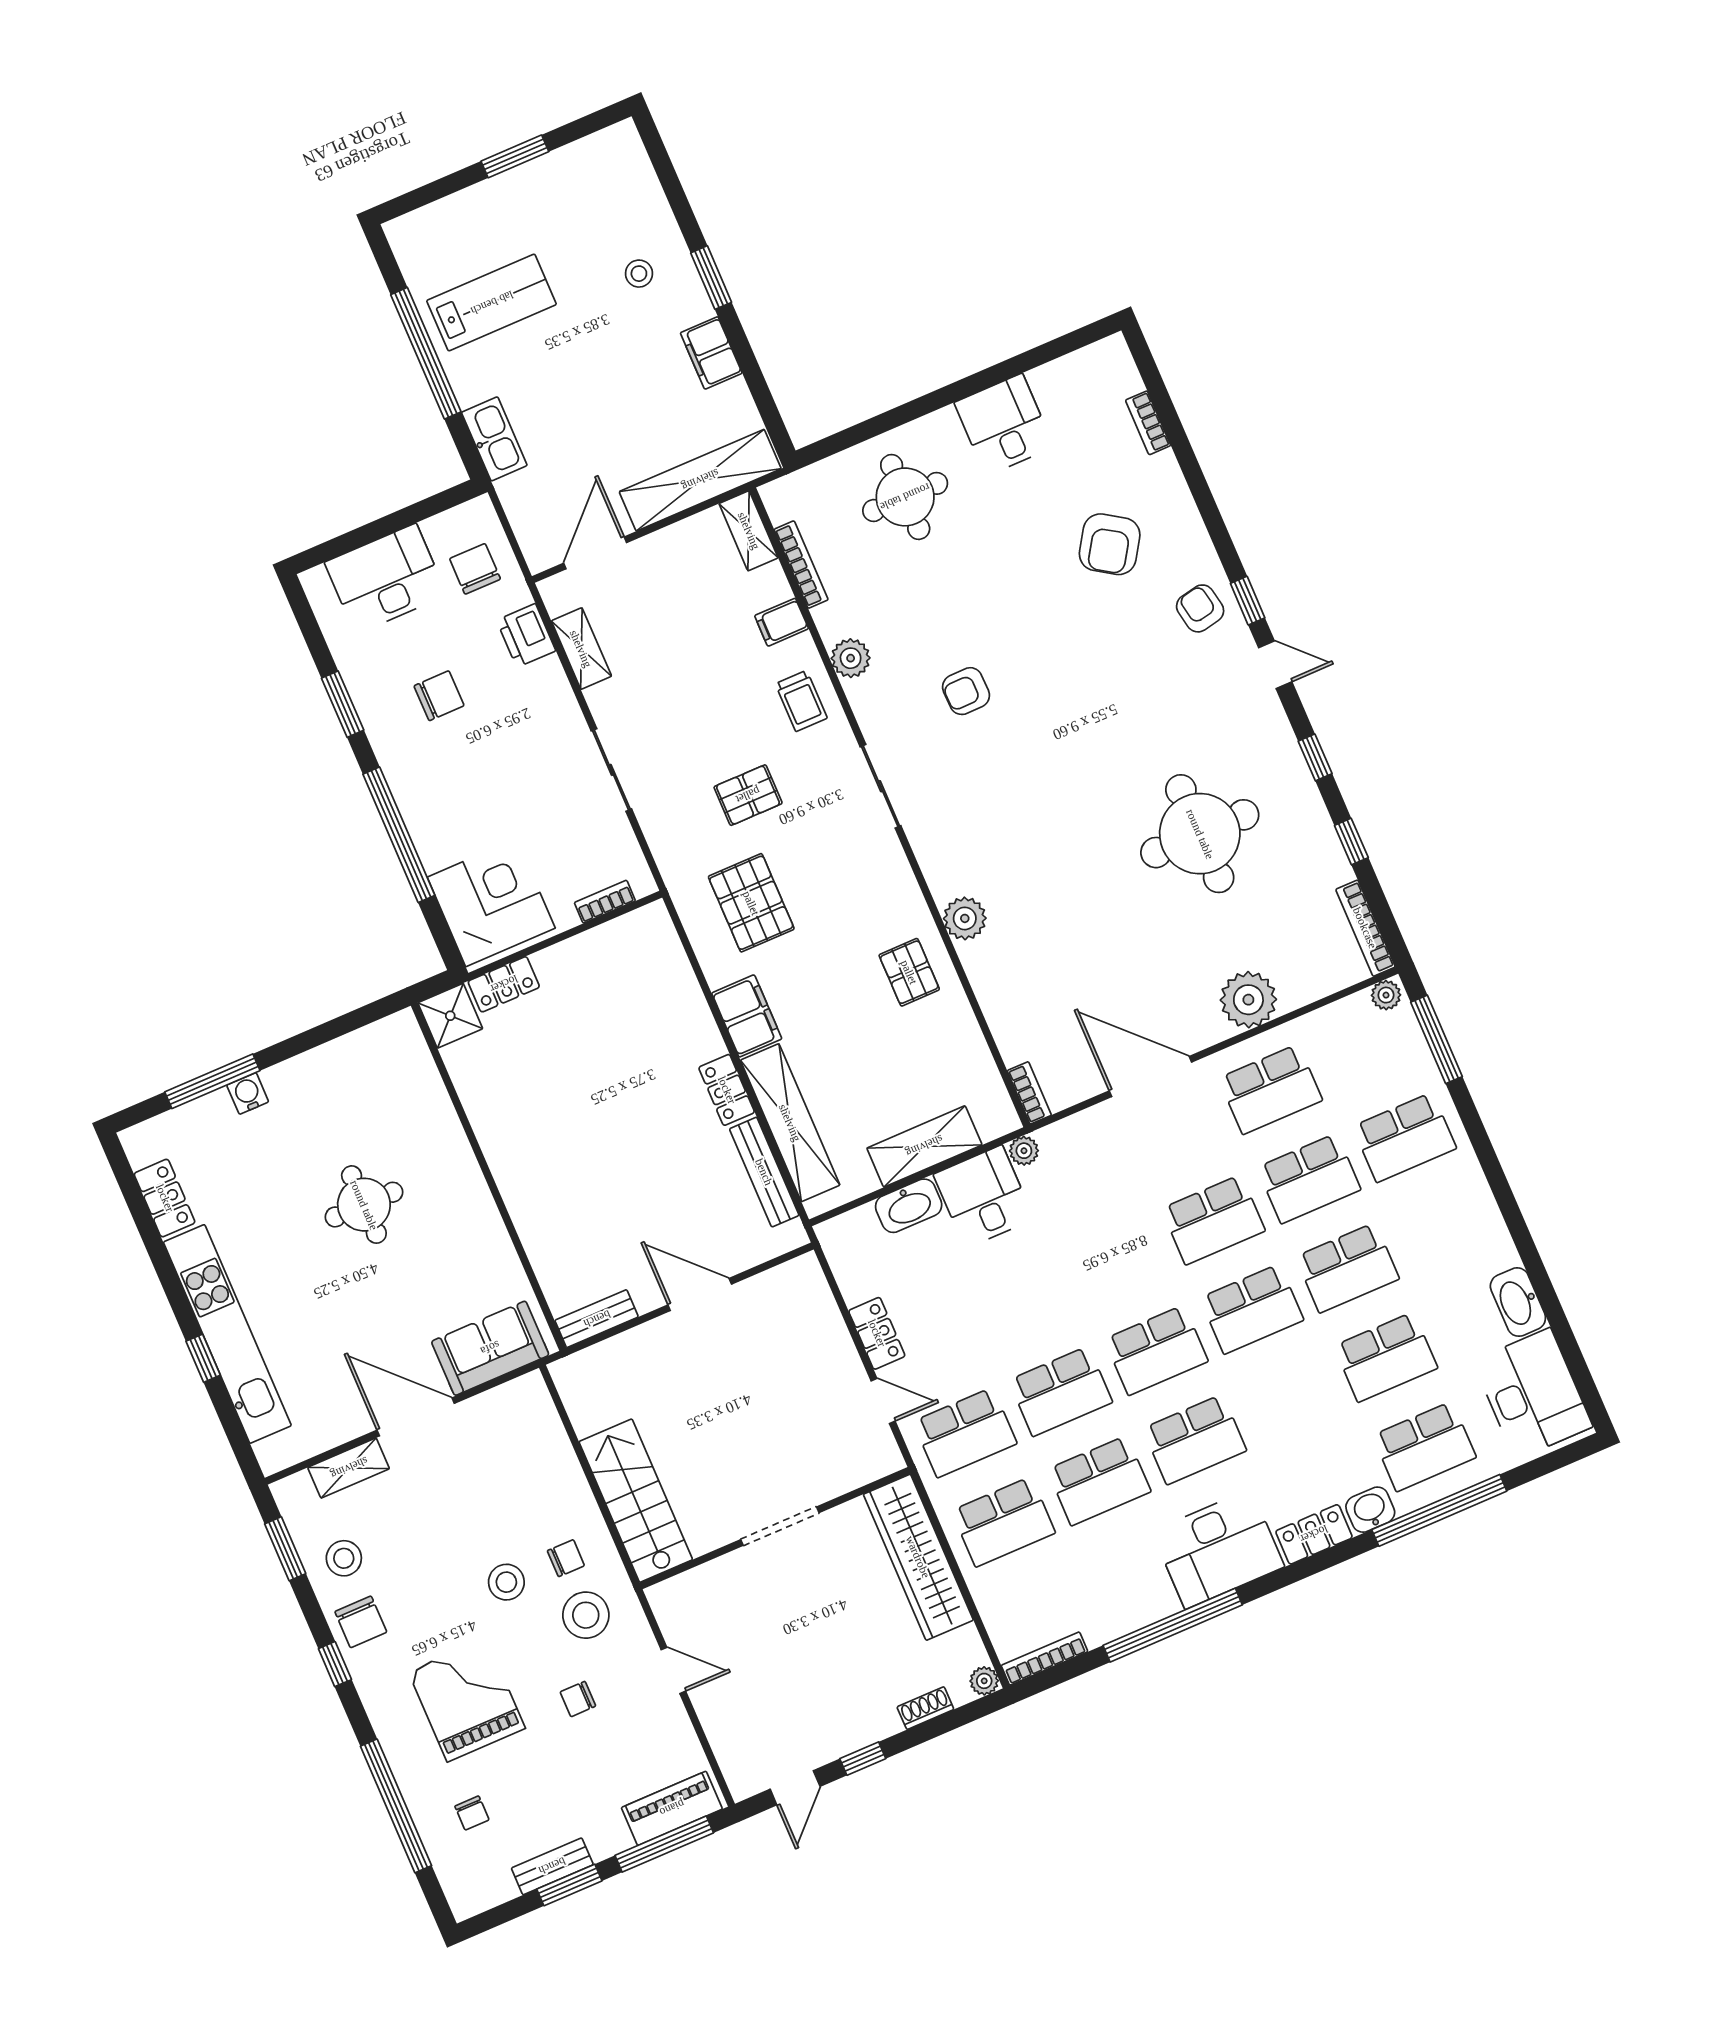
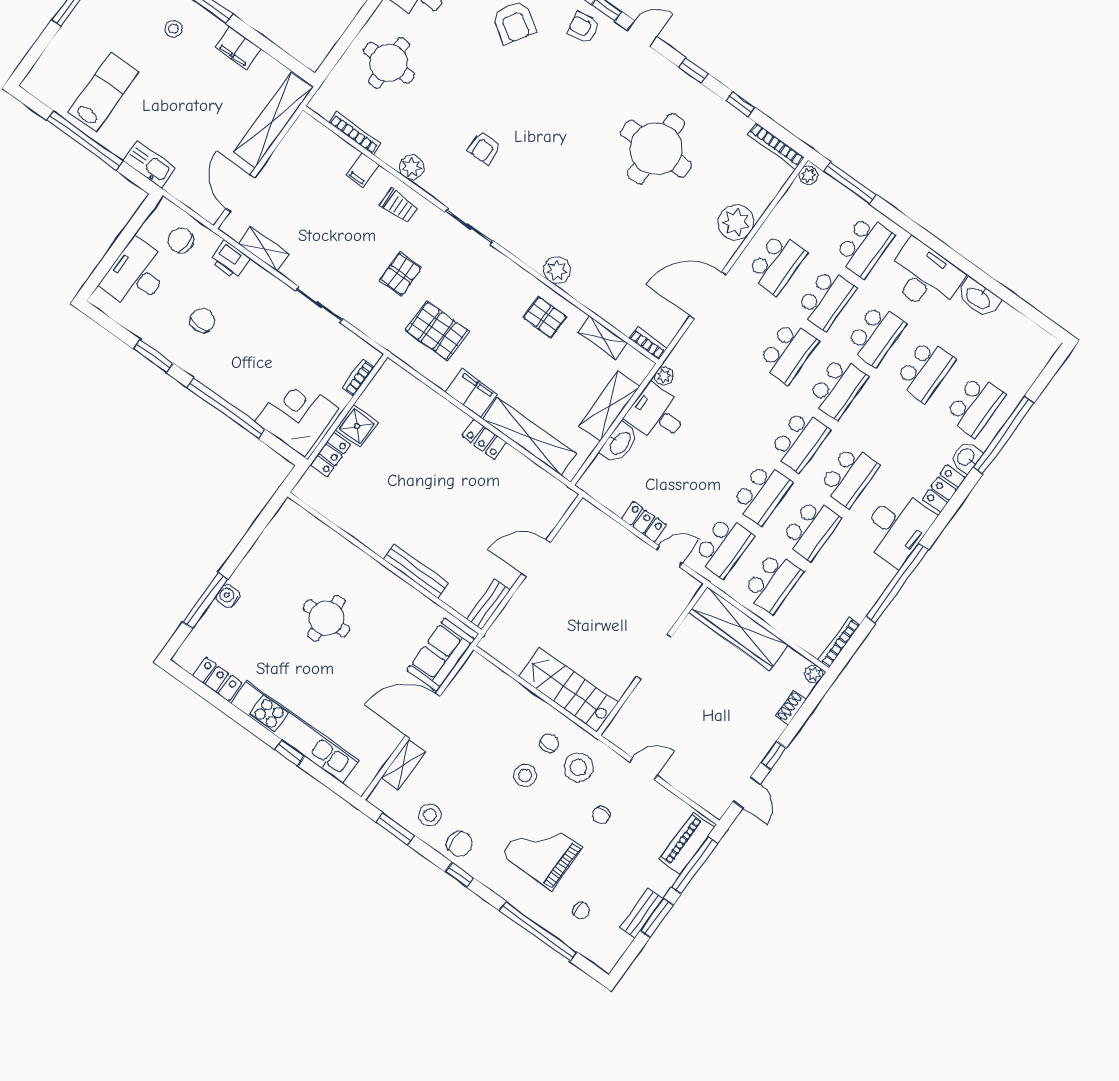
shelving: (749, 531) -> (602, 338), moved
shower: (450, 1016) -> (357, 426), moved
bench: (764, 1172) -> (416, 571), moved
desk: (1533, 1394) -> (924, 276), moved

